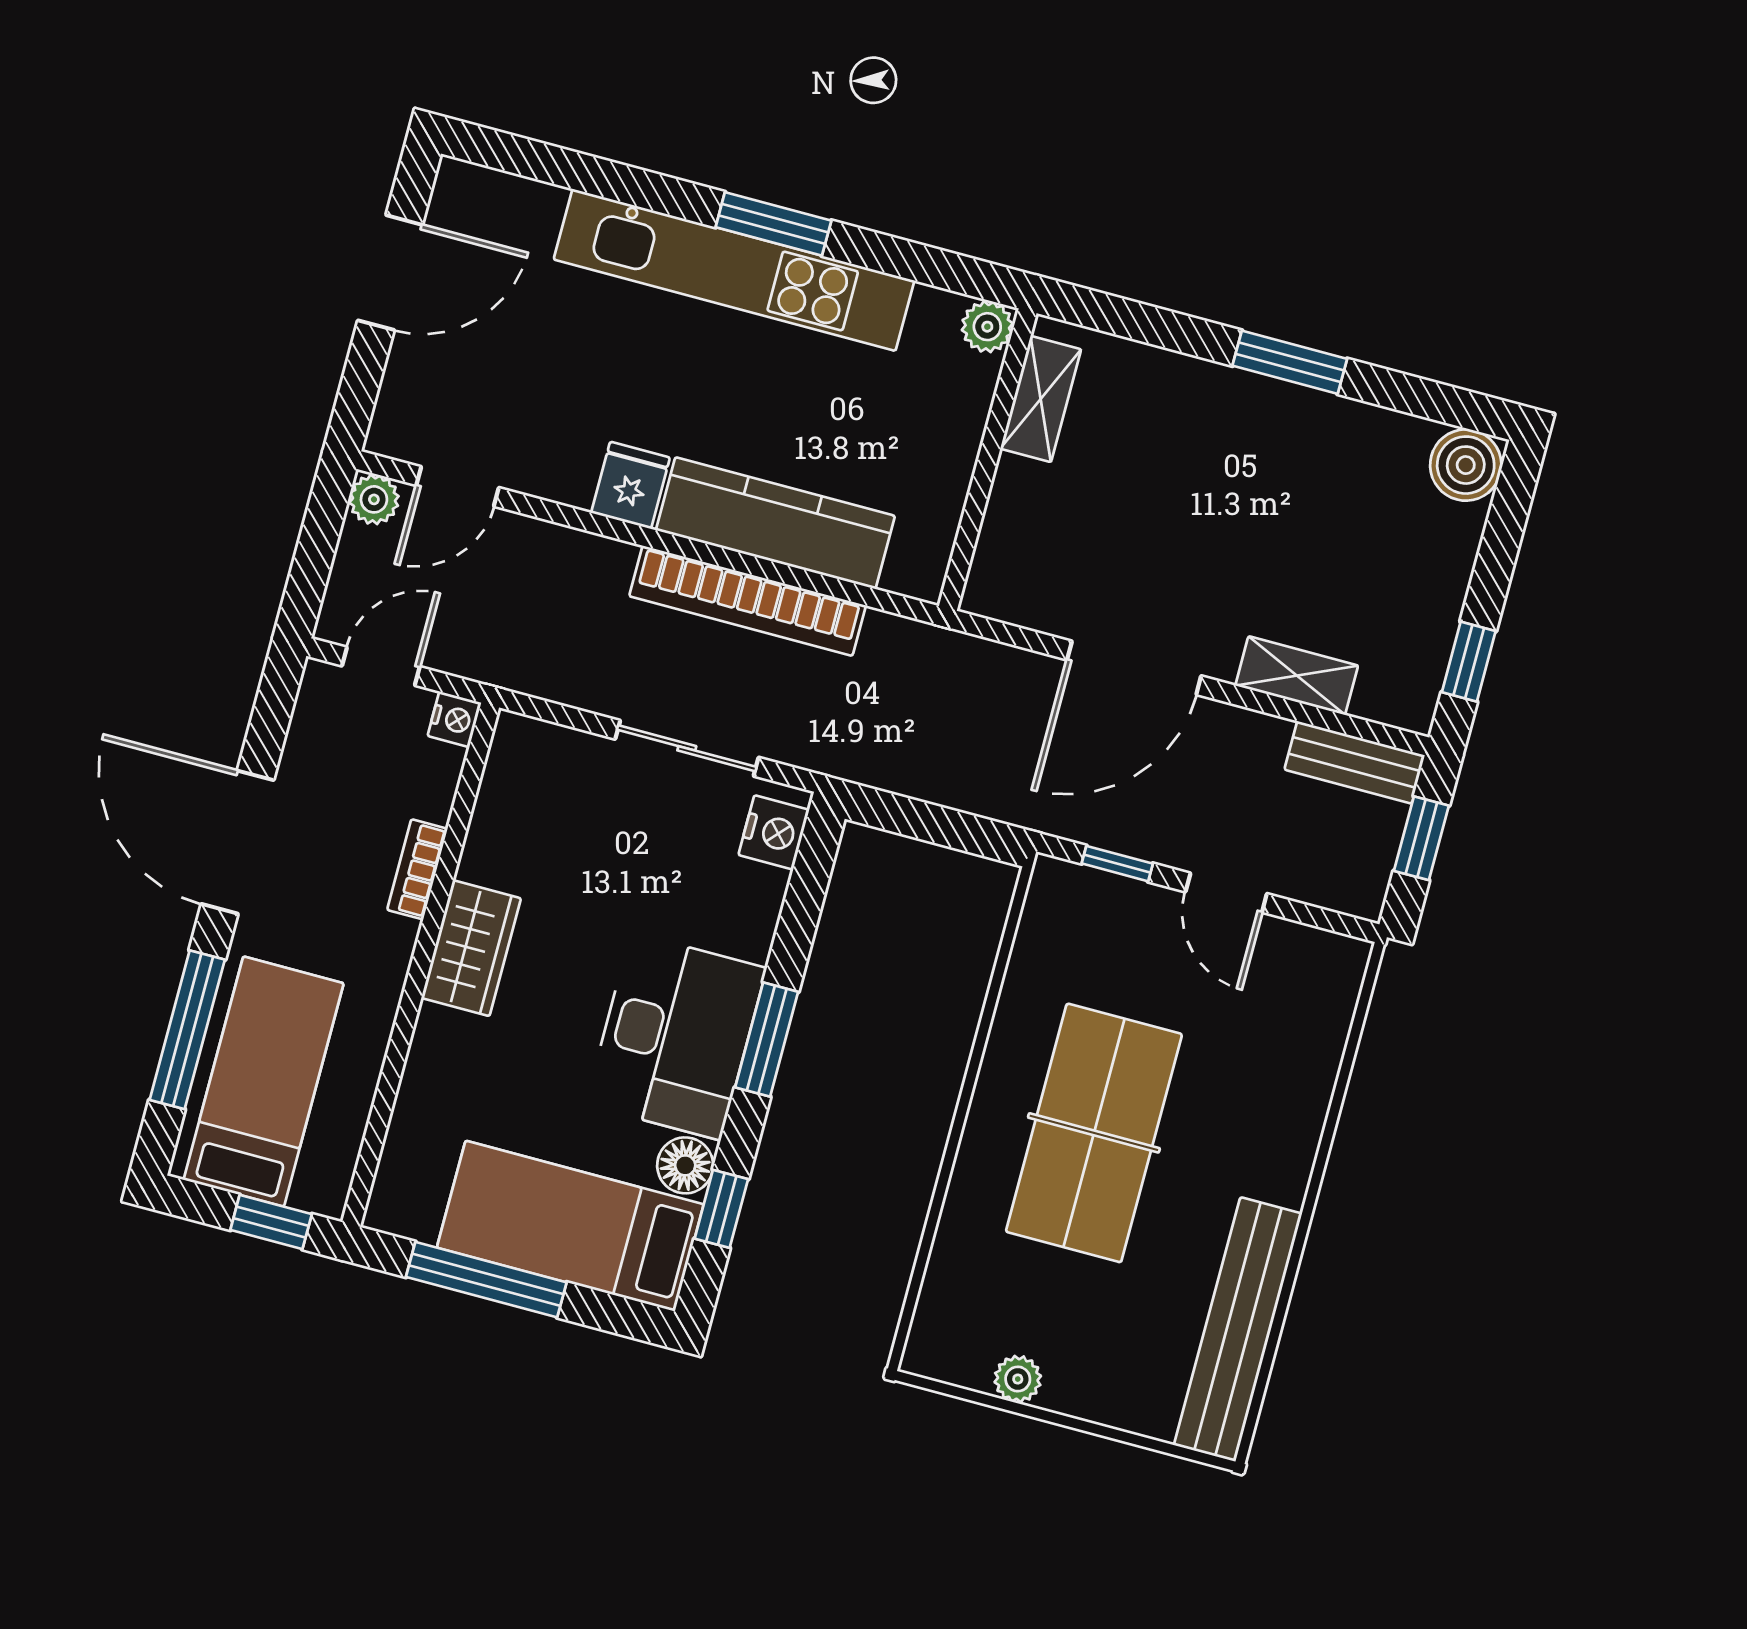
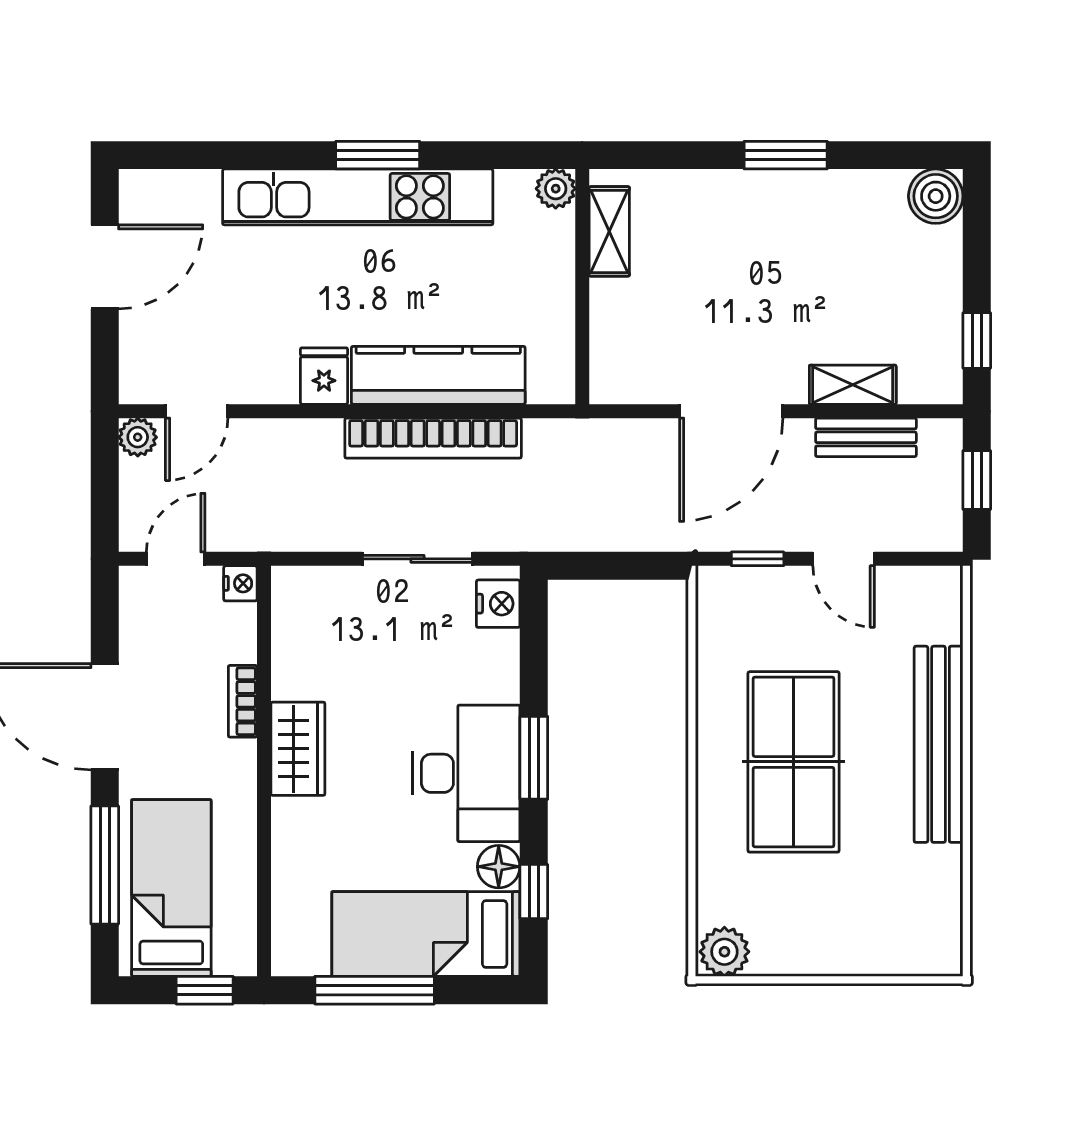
bench: (1355, 762) -> (866, 437), moved
bench: (1238, 1329) -> (939, 744), moved
plant: (1018, 1379) -> (724, 952), moved, width x1.38, depth x1.38

